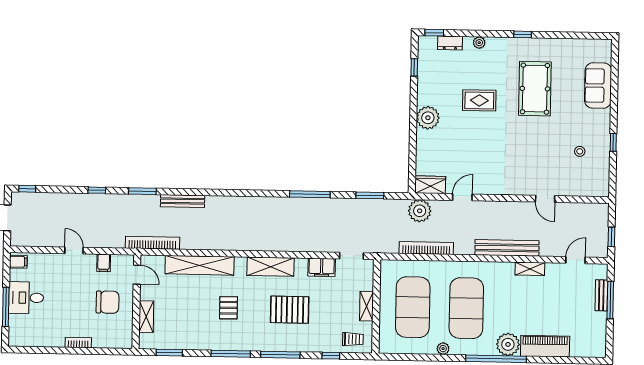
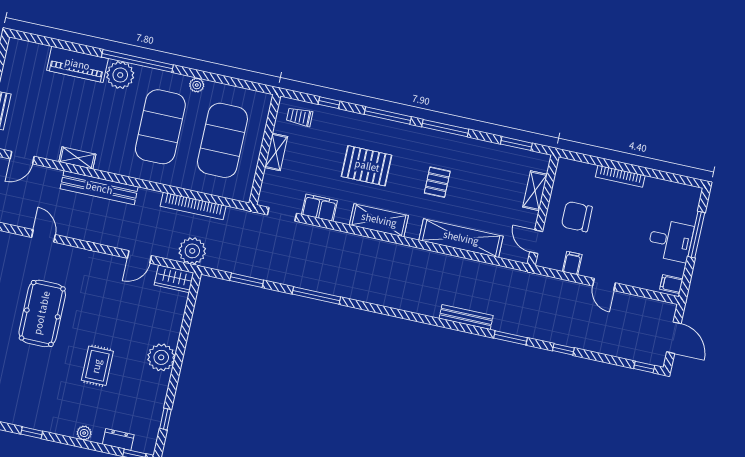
pool table: (535, 89) -> (42, 313), moved
rug: (479, 100) -> (97, 366), turned 90
bookcase: (152, 243) -> (511, 275), removed
bookcase: (78, 343) -> (620, 176), width x1.56

